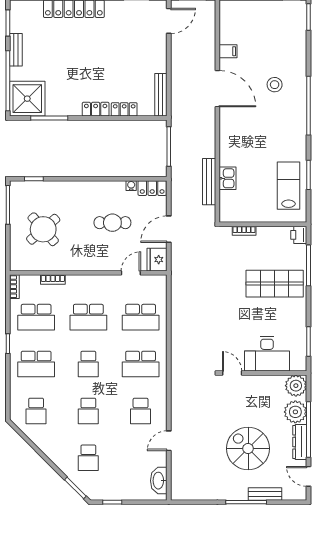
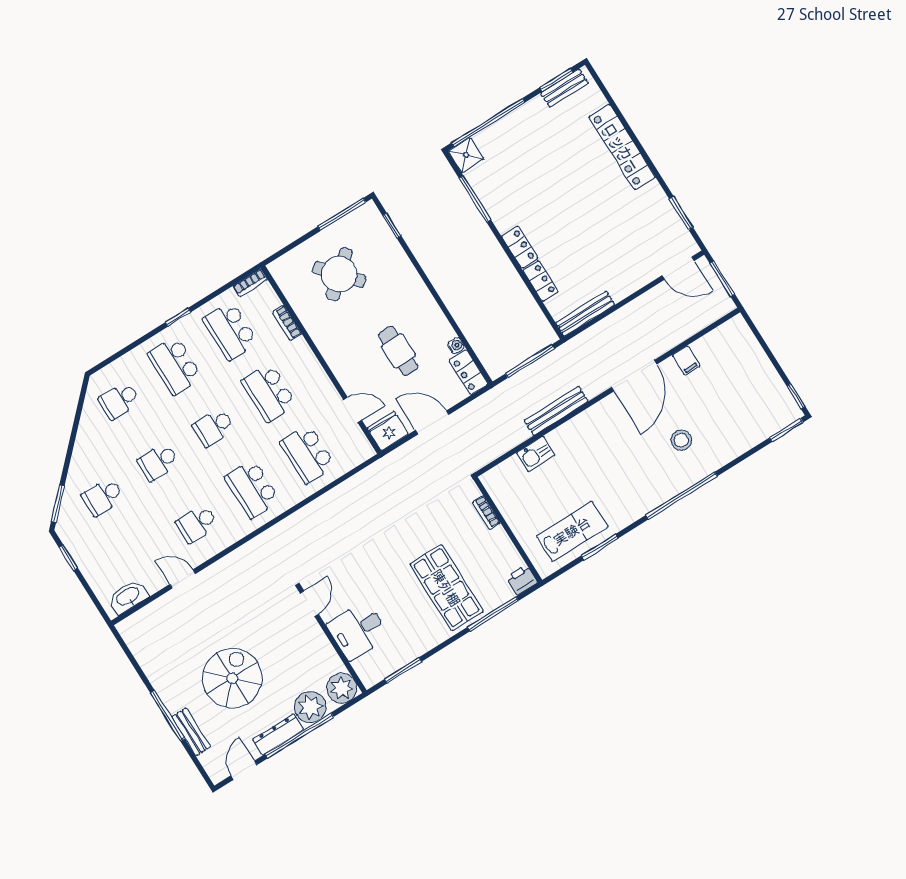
bench: (16, 50) -> (564, 88), moved
shower: (27, 99) -> (466, 155), width x0.54, depth x0.54
bench: (209, 182) -> (556, 411), moved
desk: (267, 354) -> (358, 630), width x0.73

